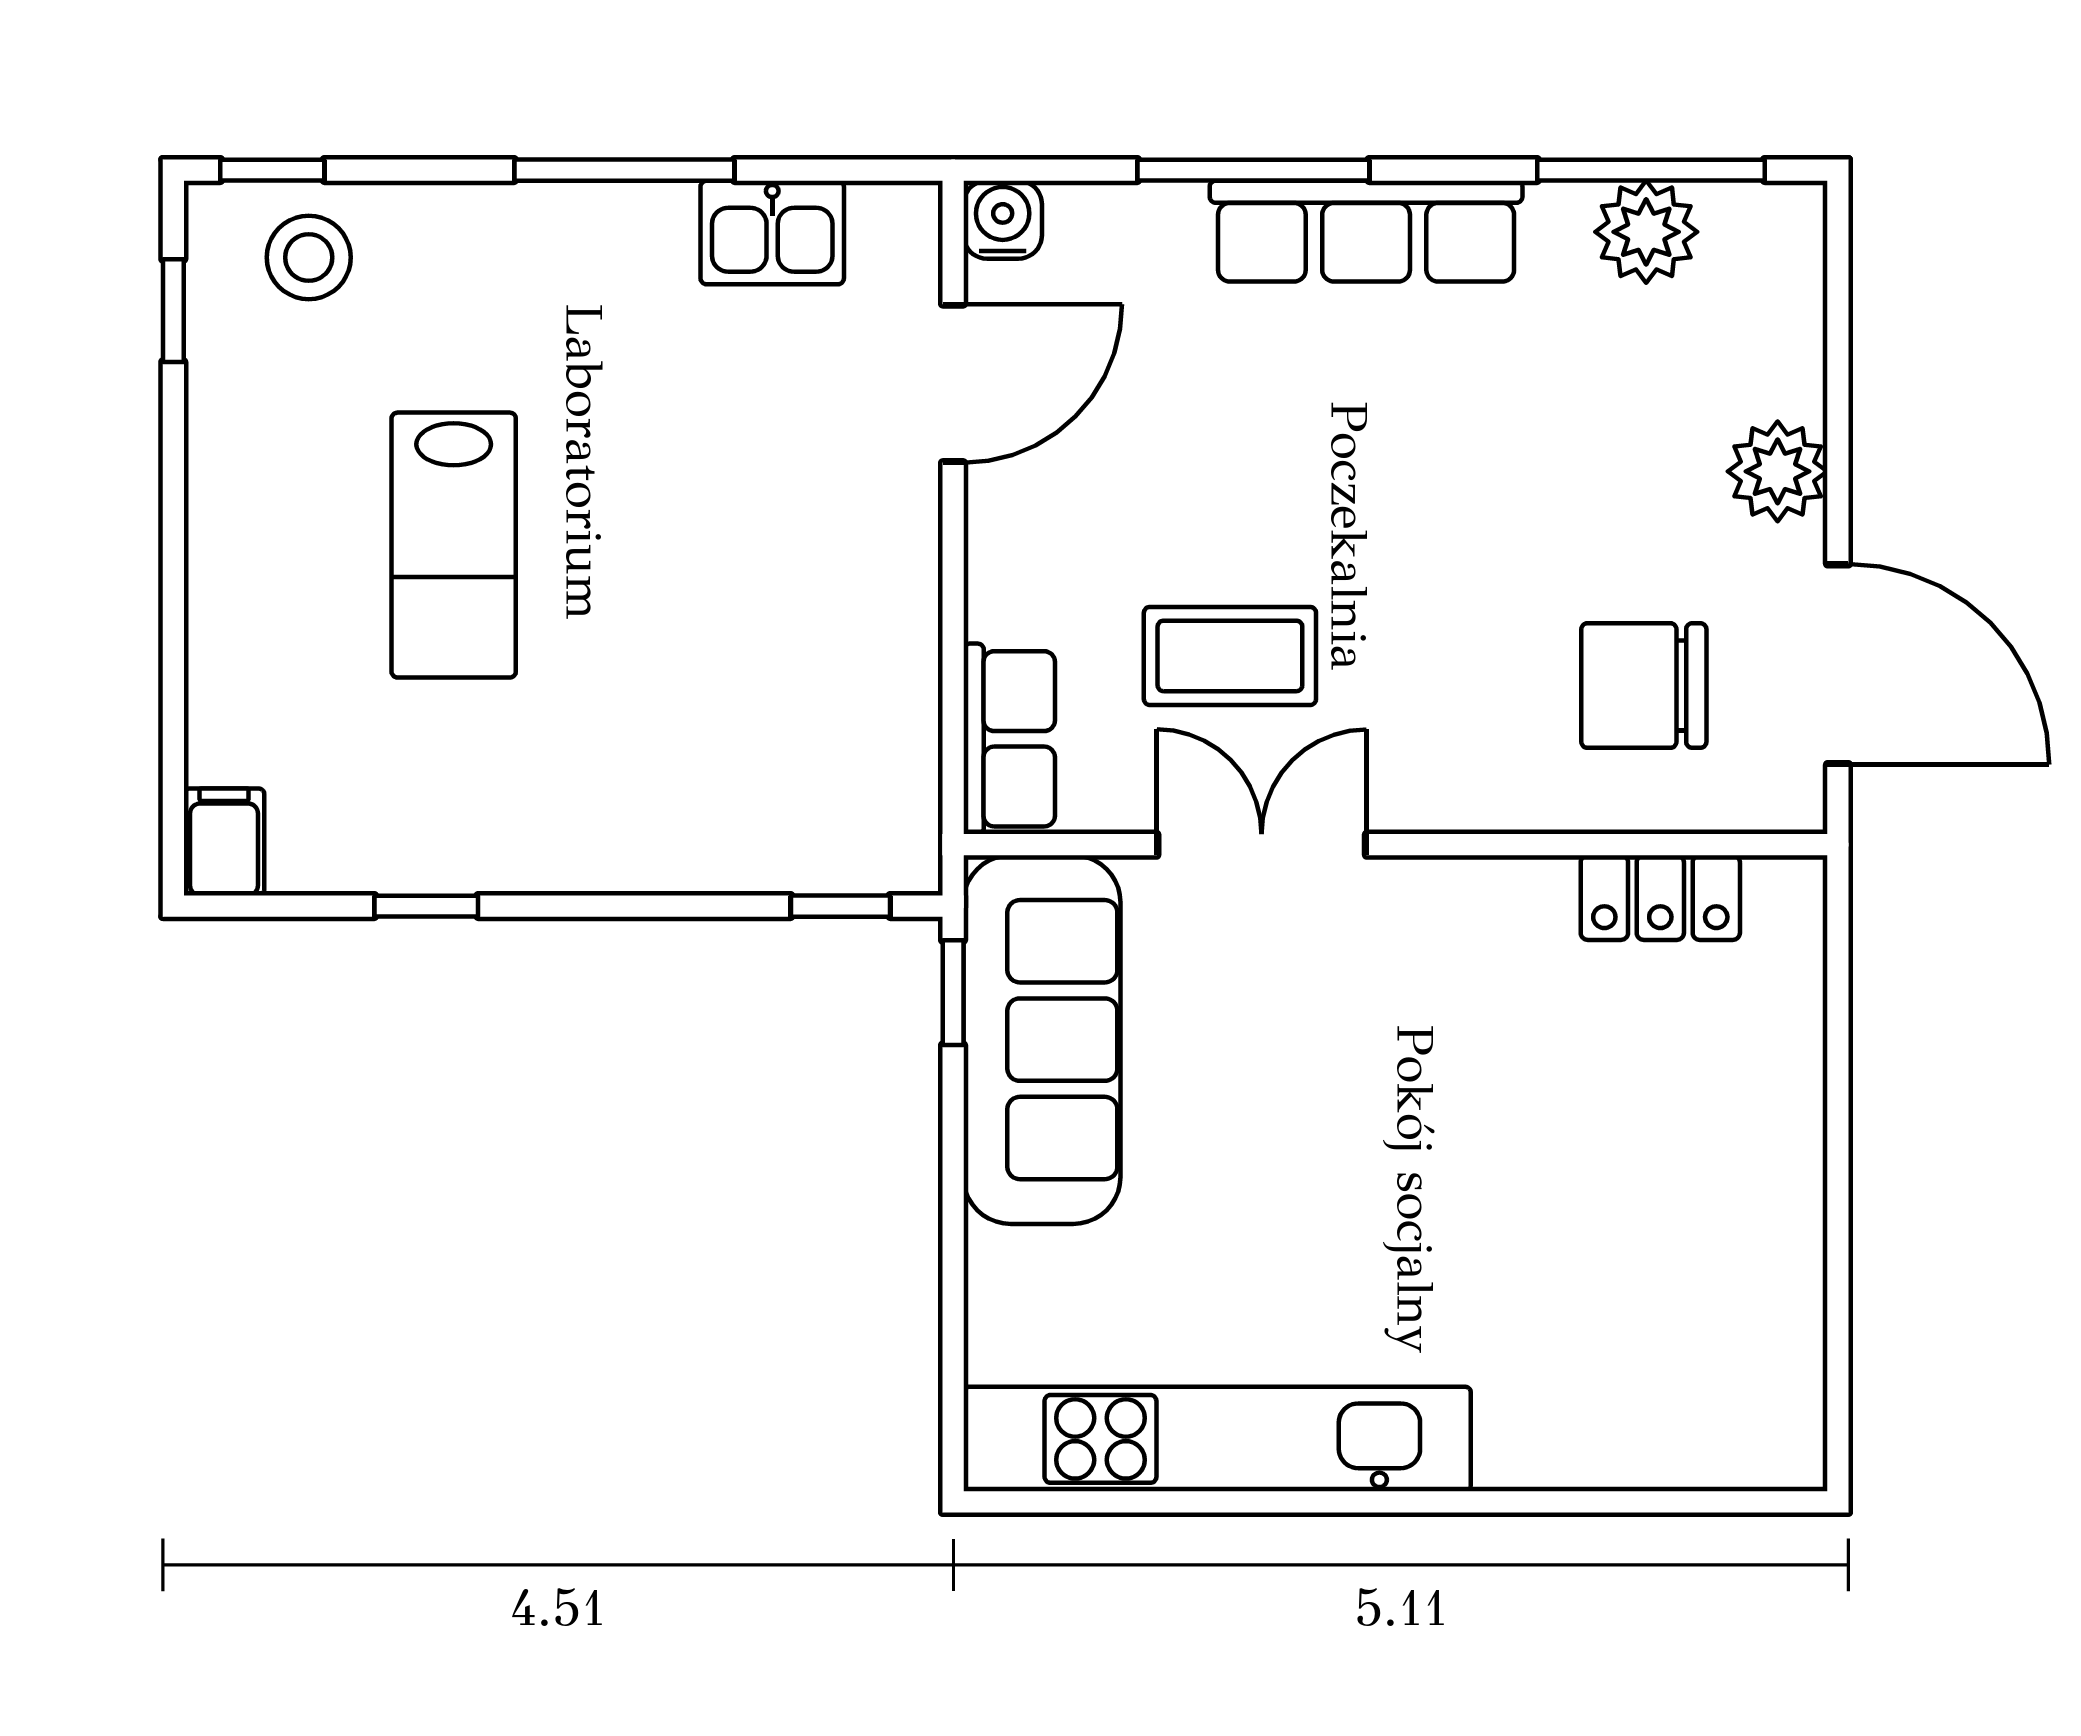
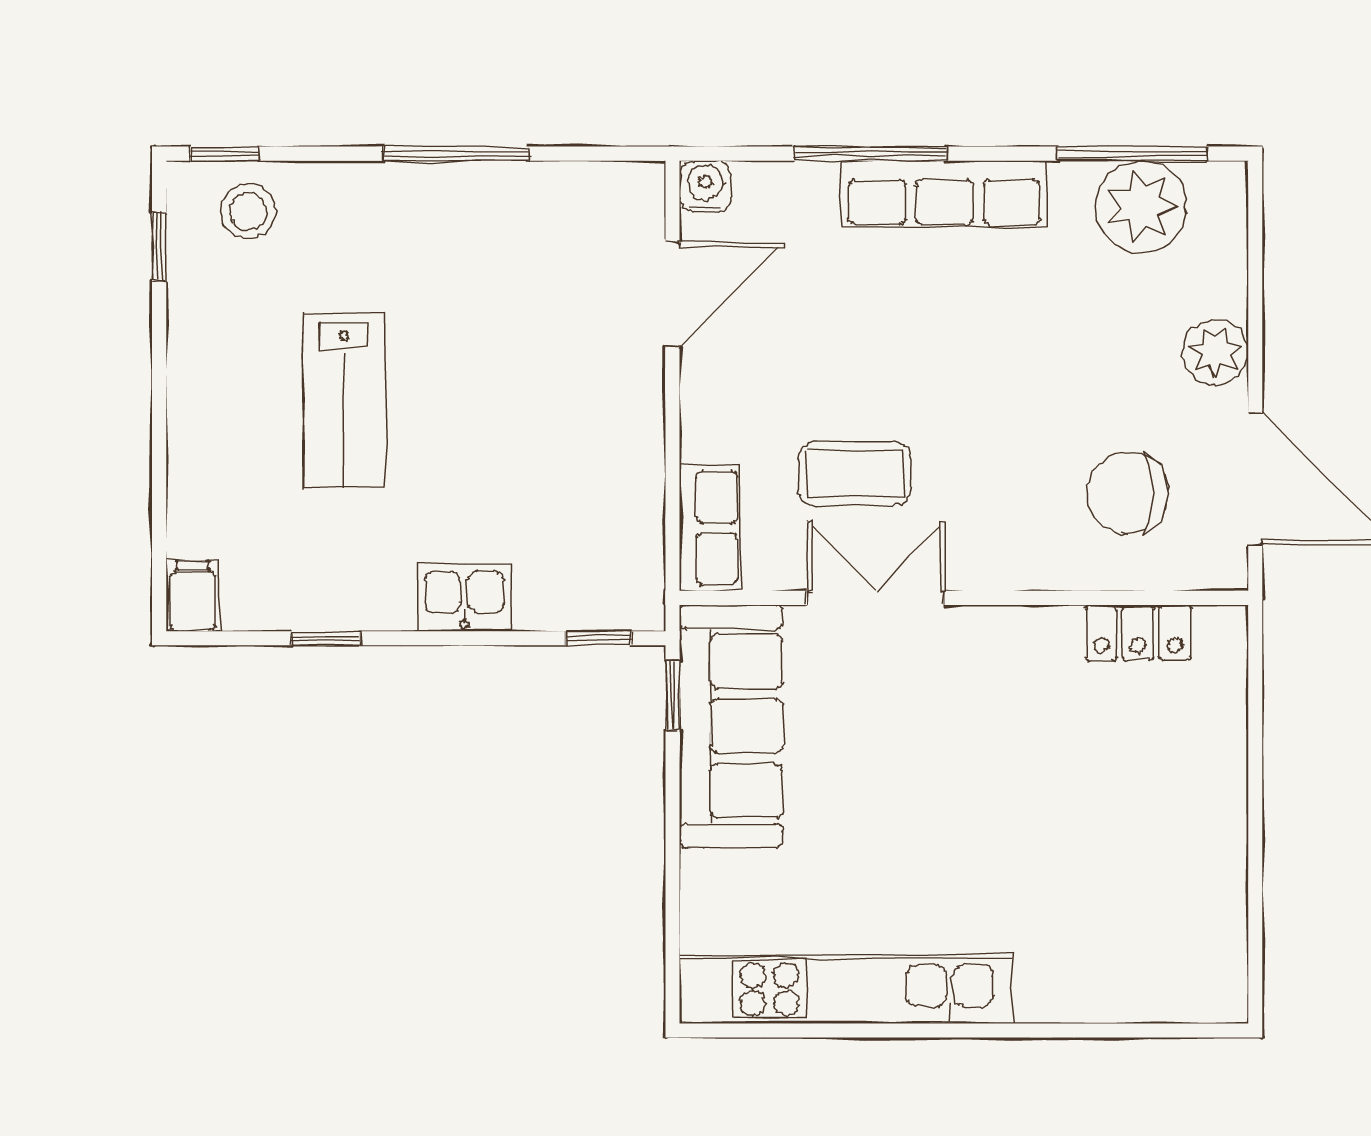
kitchen sink: (772, 232) -> (464, 597), moved, turned 180
plant: (1646, 232) -> (1141, 207), width x1.36, depth x1.36

